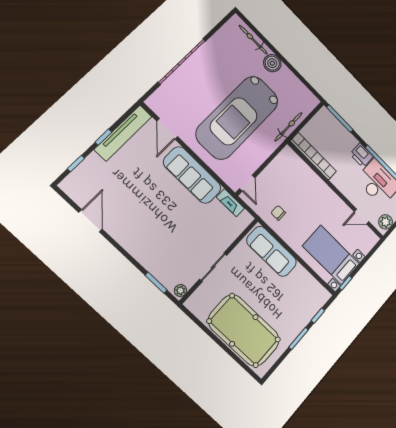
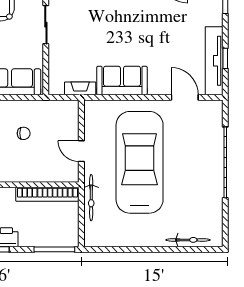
boiler: (272, 63) -> (154, 237), removed
window: (103, 137) -> (225, 58), moved
sofa: (192, 175) -> (122, 81), width x0.73
door: (247, 183) -> (81, 151), moved
chair: (278, 213) -> (24, 133), moved

